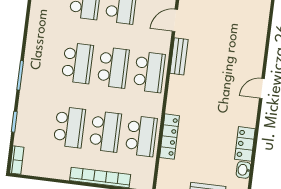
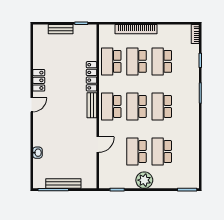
bench: (179, 56) -> (92, 105), moved
locker: (170, 137) -> (92, 76), moved
locker: (245, 144) -> (39, 80), moved
washbasin: (243, 170) -> (37, 153), moved

